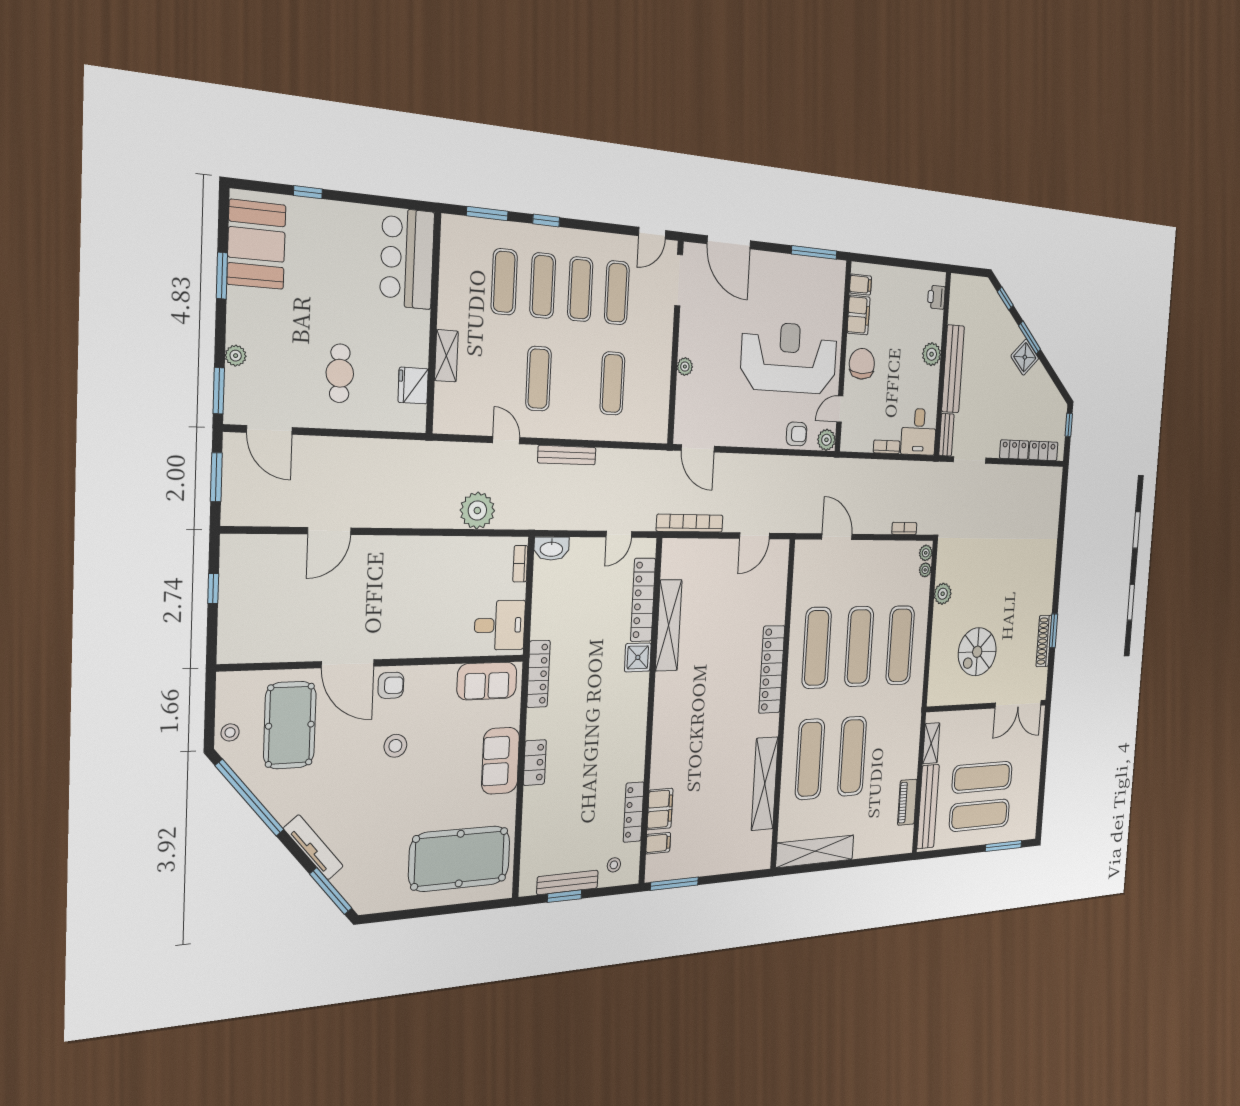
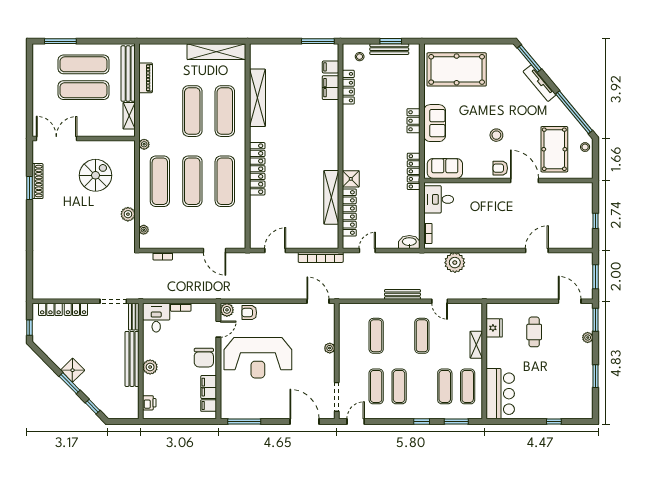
booth: (256, 245) -> (579, 393), removed
exercise mat: (543, 286) -> (468, 386), moved
plant: (926, 553) -> (144, 144), moved

